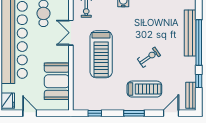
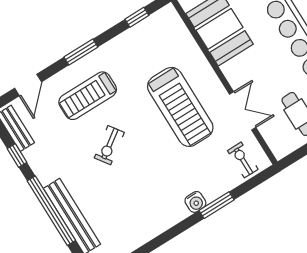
treadmill: (101, 54) -> (180, 107), turned 180

